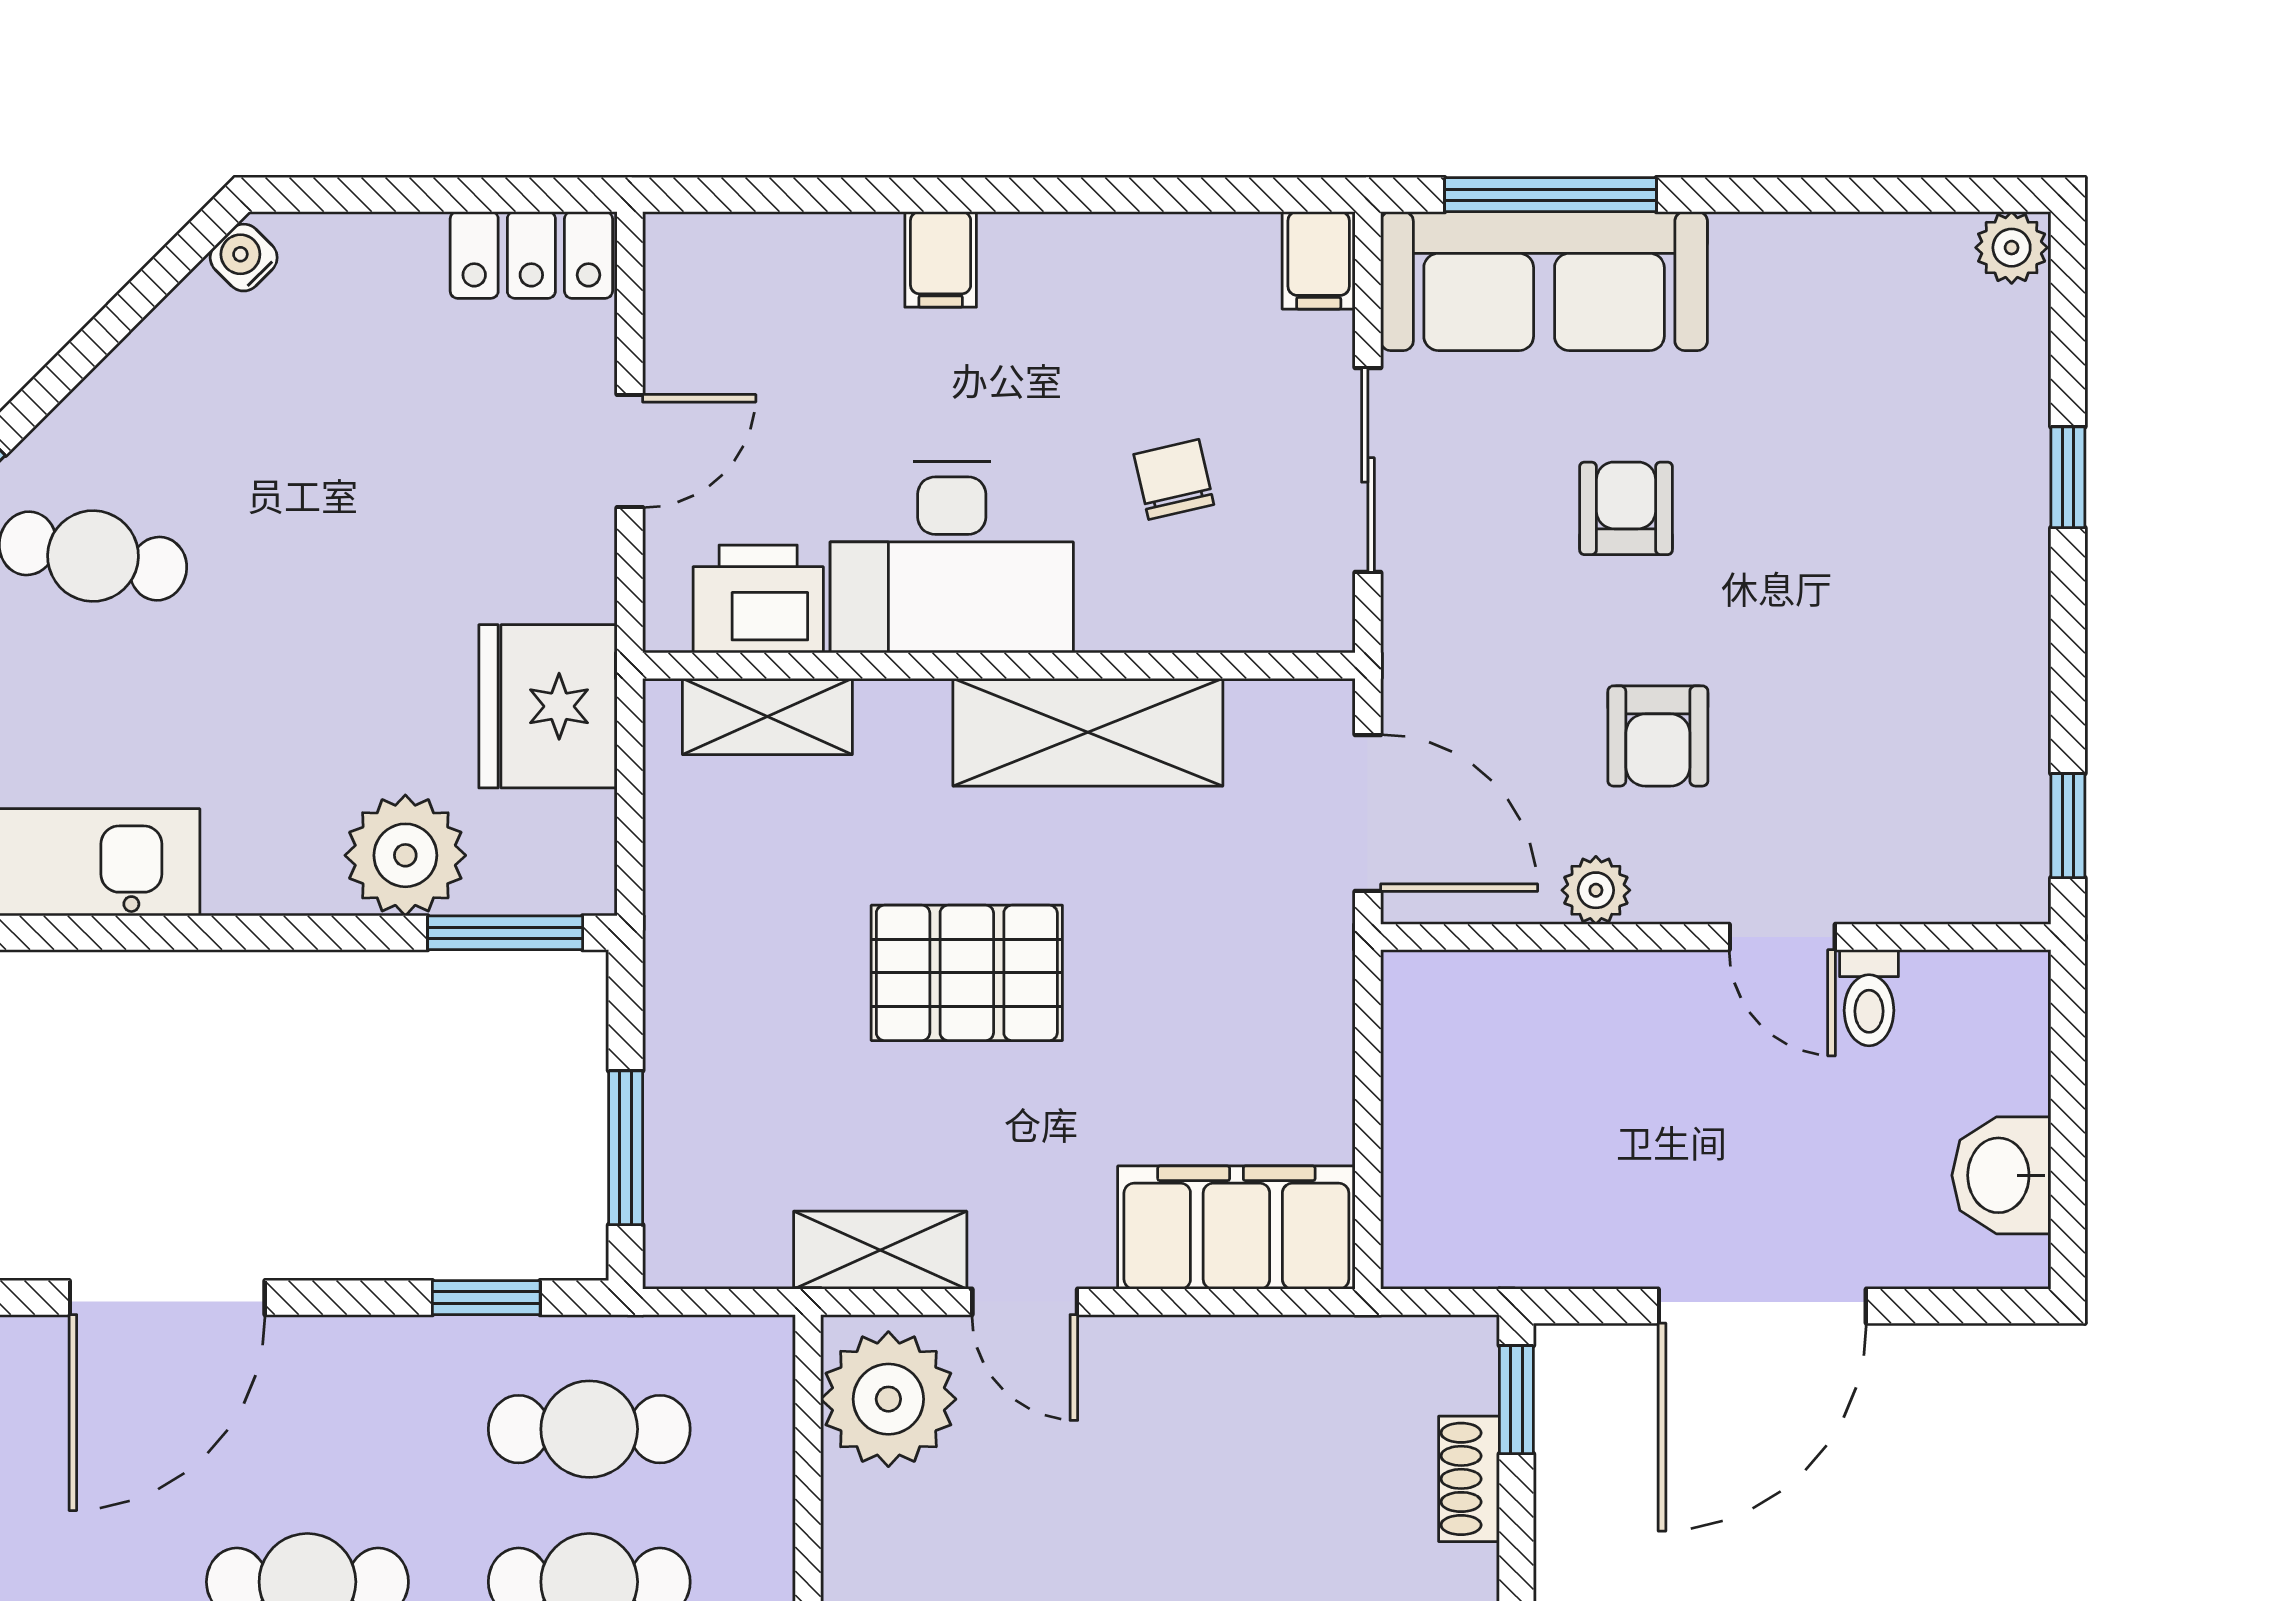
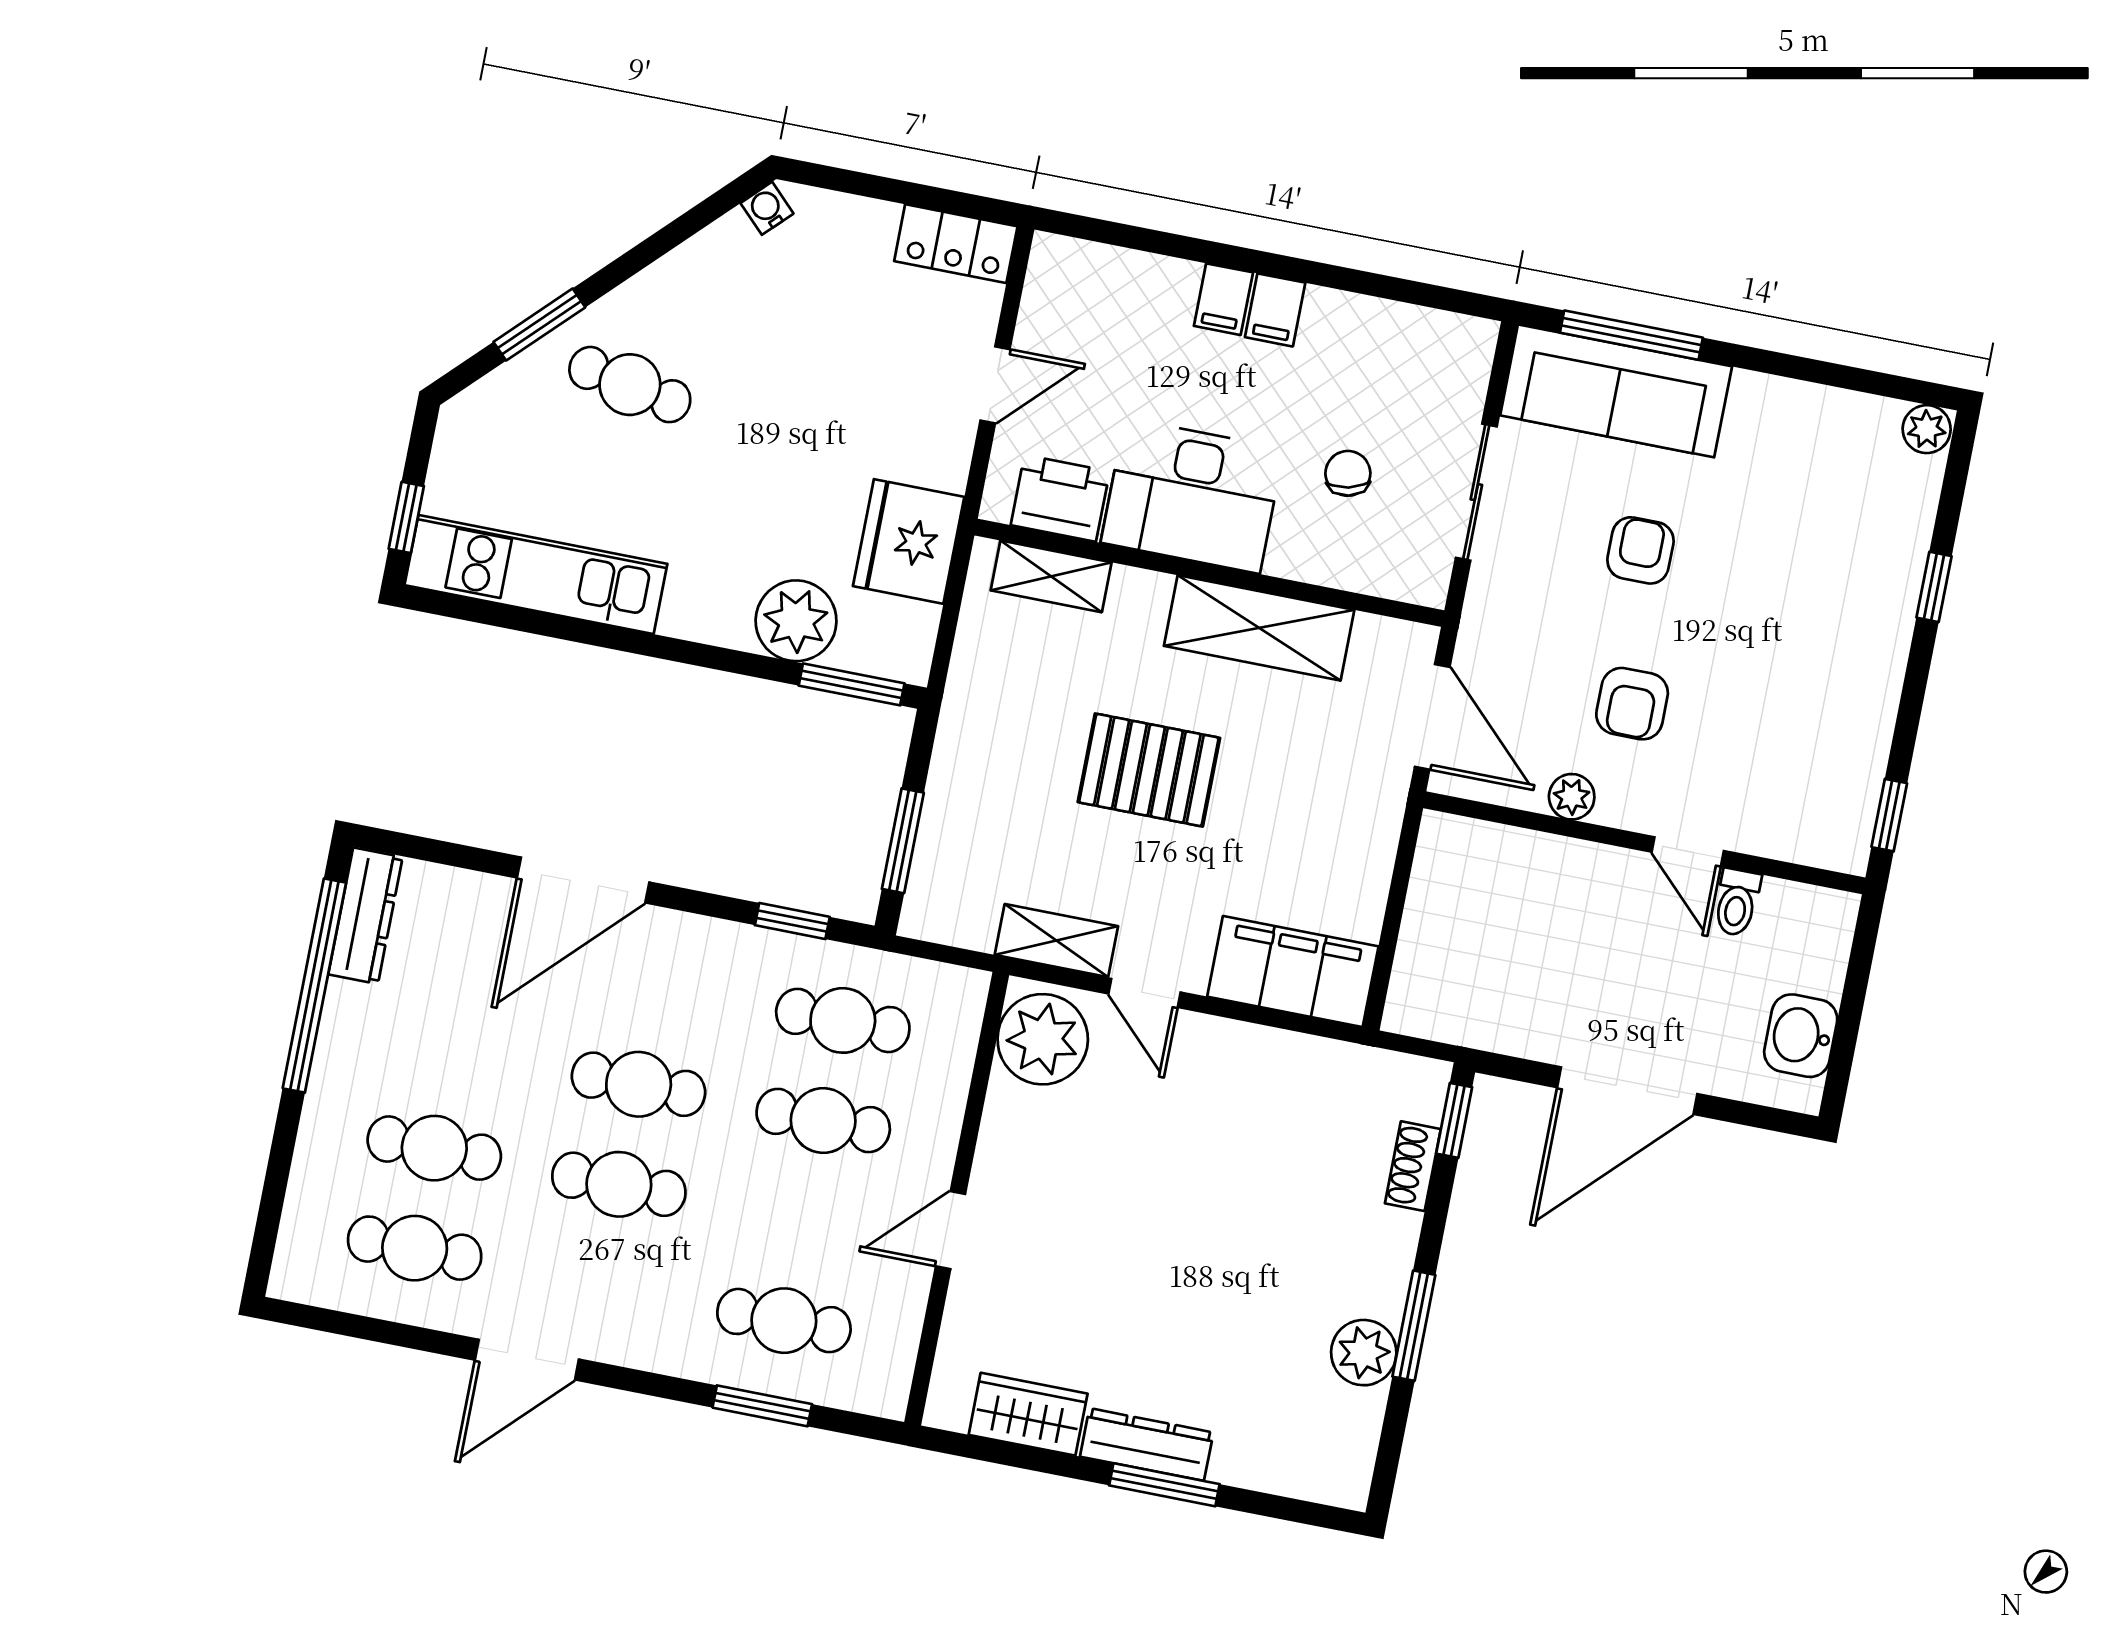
filing cabinet: (1319, 260) -> (1275, 310), moved

